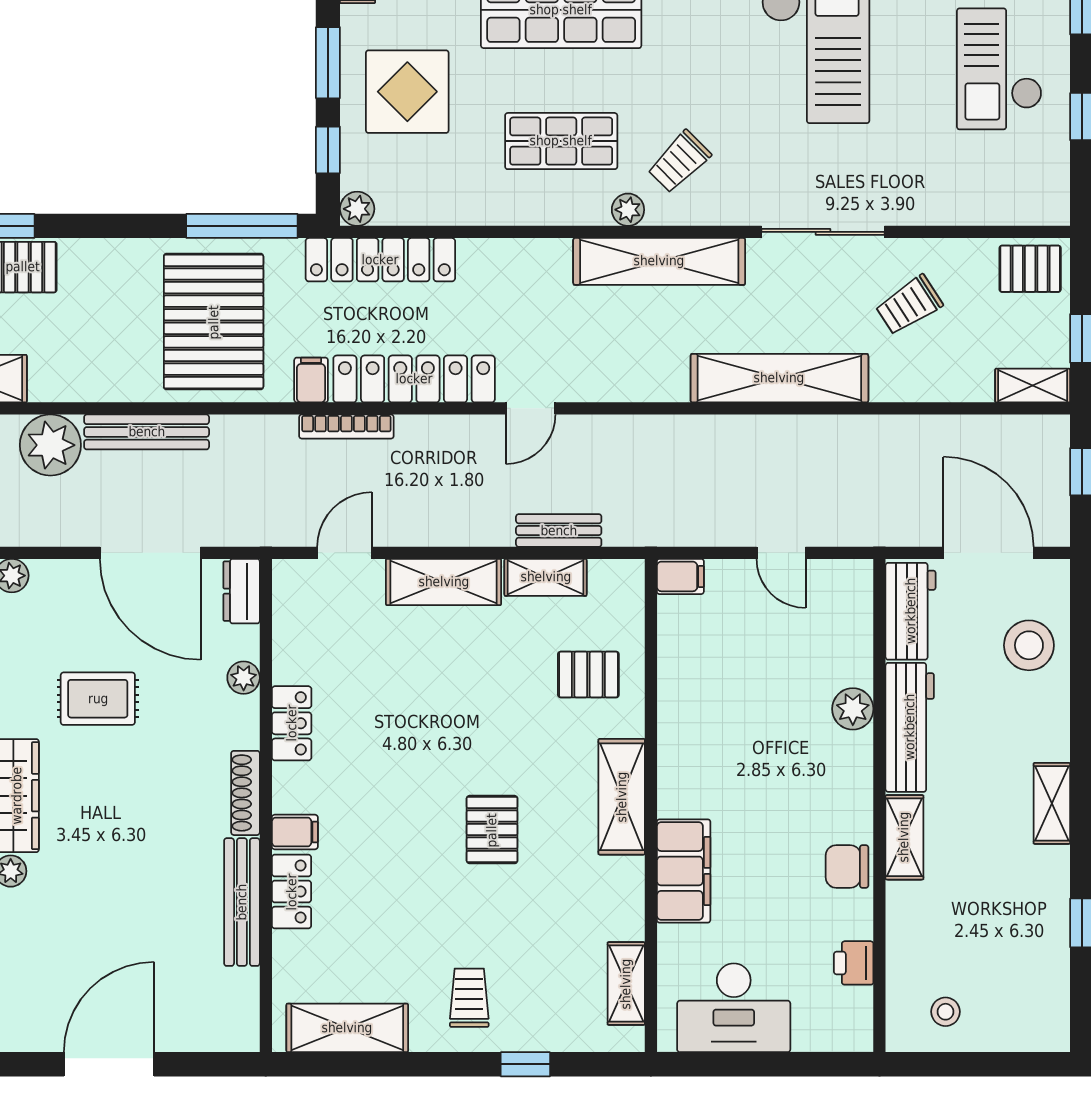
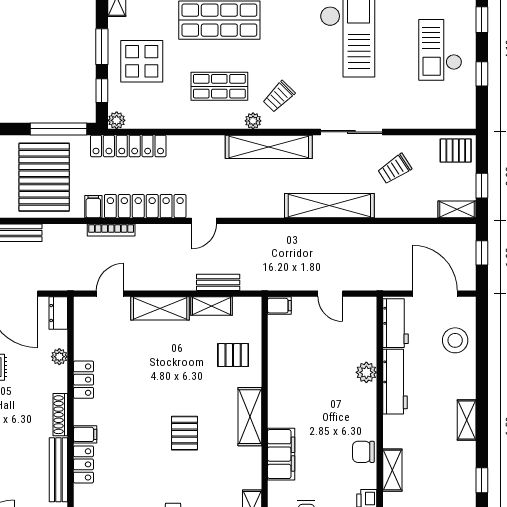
shelving: (904, 837) -> (392, 470), moved

